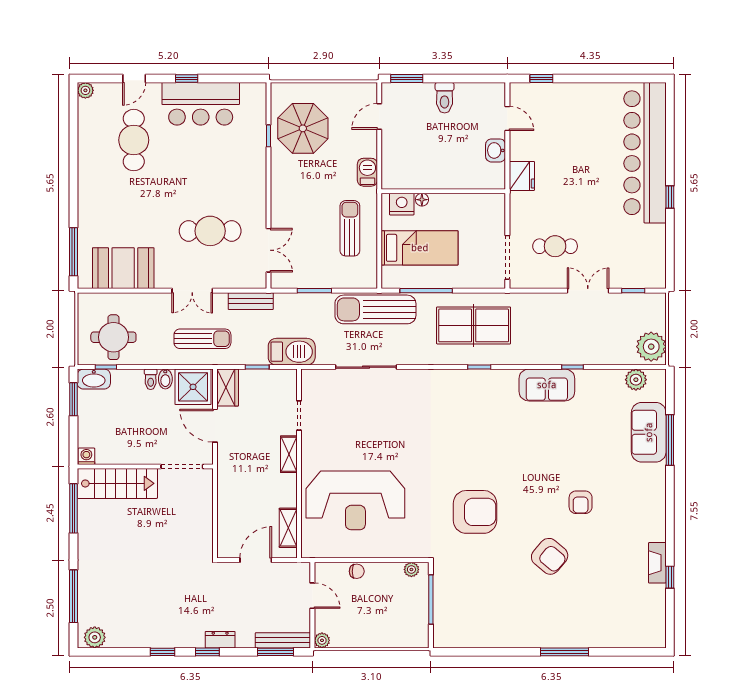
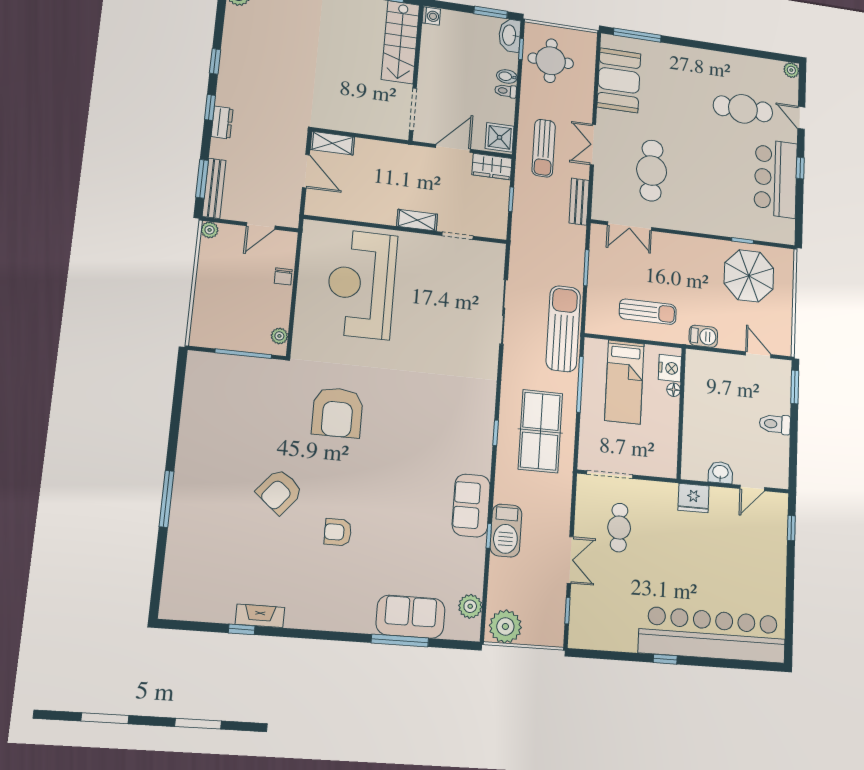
barbecue: (292, 352) -> (506, 530), moved
bidet: (165, 379) -> (507, 76), moved
shower: (193, 387) -> (500, 137), width x0.73, depth x0.73
shelving: (288, 528) -> (332, 143), moved

